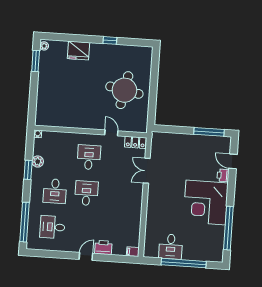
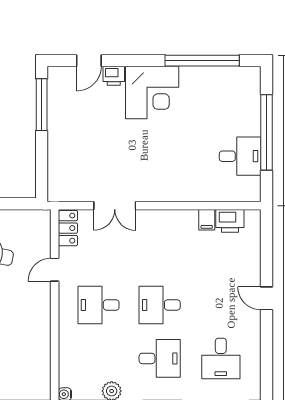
corner desk: (206, 203) -> (152, 93), width x0.74, depth x0.74
printer: (103, 247) -> (230, 221), moved, turned -90
filing cabinet: (133, 252) -> (207, 220), moved

